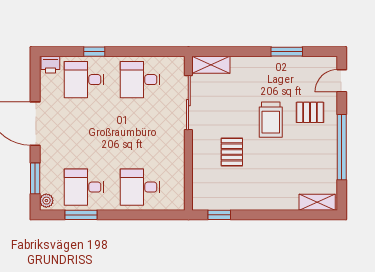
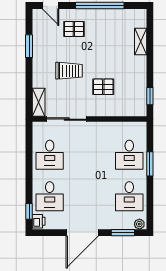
window: (94, 52) -> (29, 211), moved
pallet: (310, 112) -> (74, 29), turned 90
trolley: (271, 120) -> (69, 71), moved
shelving: (317, 202) -> (141, 41), moved
window: (81, 215) -> (150, 164), moved

